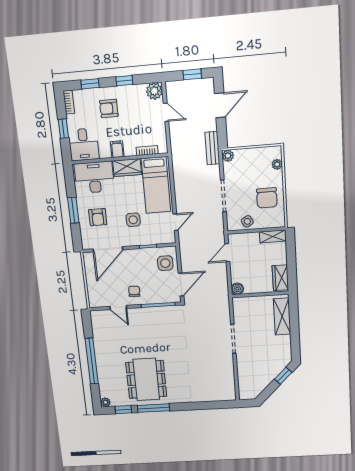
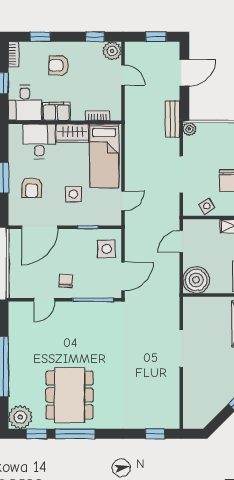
window: (124, 81) -> (95, 37), moved
filing cabinet: (117, 149) -> (56, 111), width x2.00
desk: (94, 177) -> (39, 141), width x0.73
boiler: (237, 289) -> (196, 280), width x1.86, depth x1.86
door: (118, 307) -> (44, 300), hinge flipped
plant: (105, 402) -> (20, 417), width x1.88, depth x1.88
window: (217, 405) -> (155, 434), added

